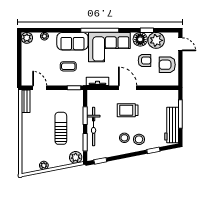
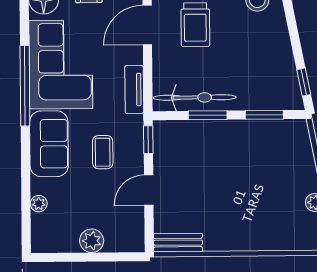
plant: (27, 38) -> (92, 241), moved
door: (40, 88) -> (149, 190), moved
bicycle: (94, 126) -> (195, 97), moved
sun lounger: (61, 128) -> (235, 167), removed
stool: (124, 138) -> (254, 31), removed
plant: (76, 157) -> (297, 135), removed

